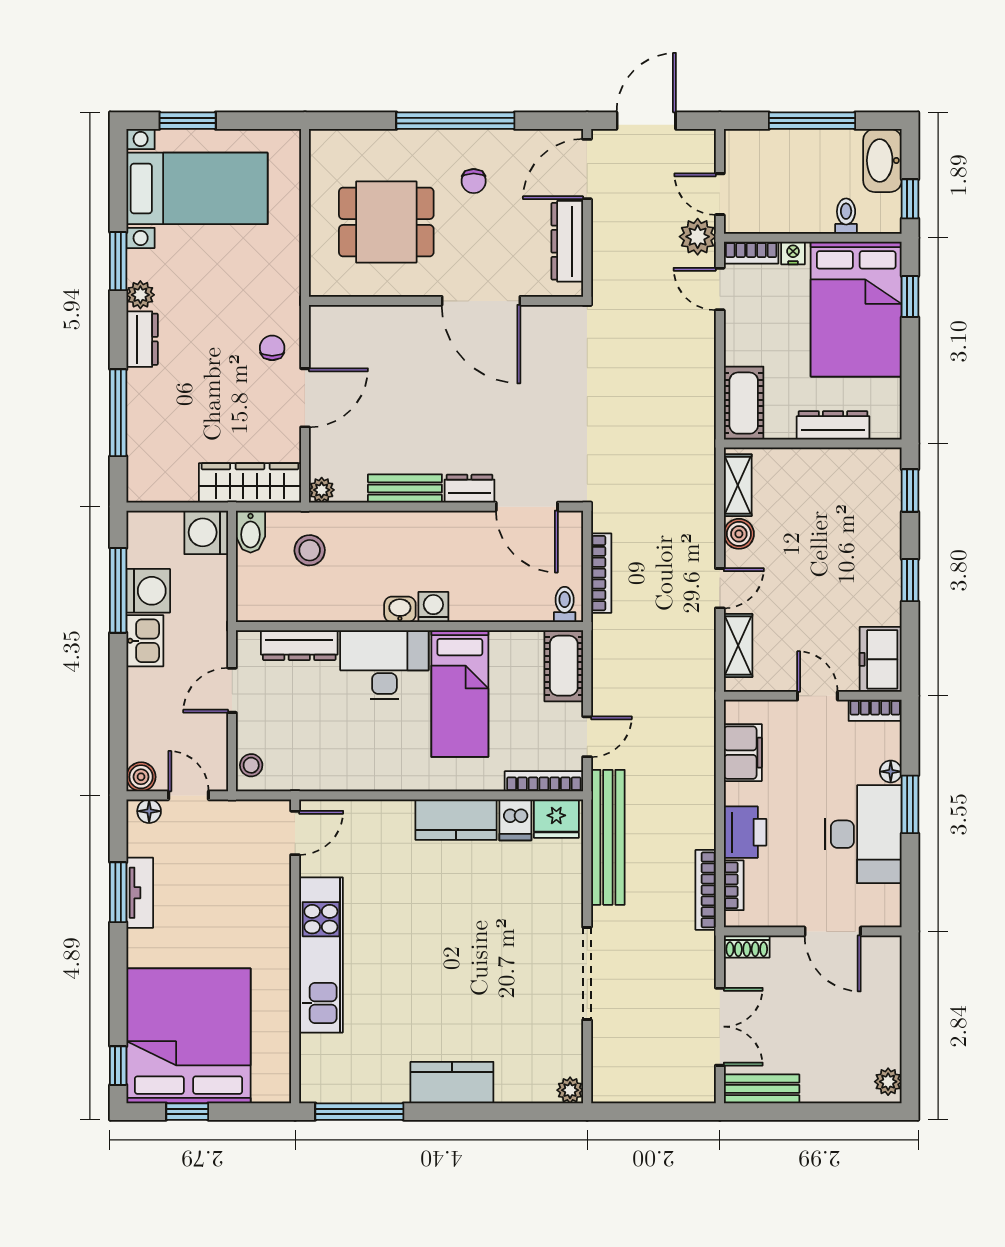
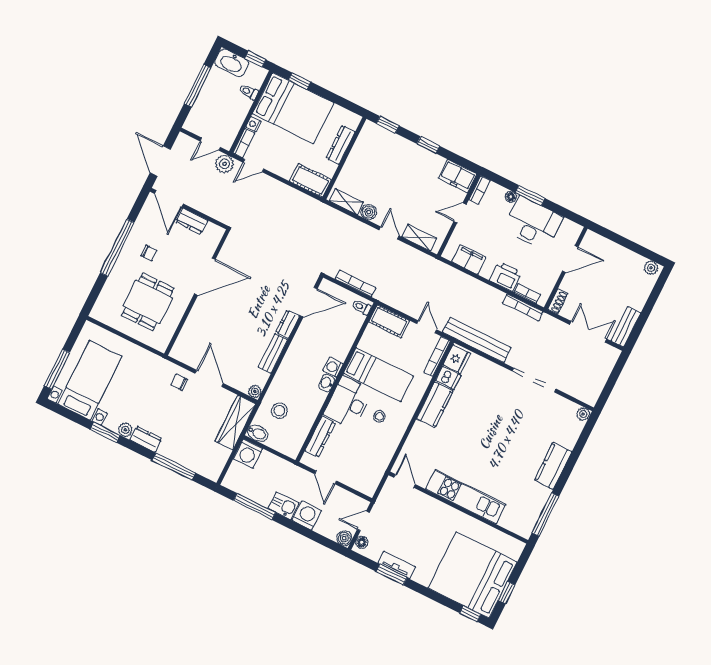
window: (188, 121) -> (57, 369), width x1.44
dresser: (567, 241) -> (192, 221), width x0.70
washing machine: (148, 591) -> (307, 515), moved
stool: (251, 765) -> (379, 416), moved

